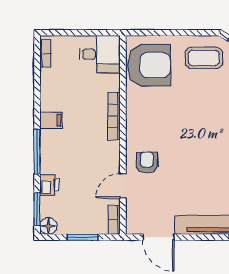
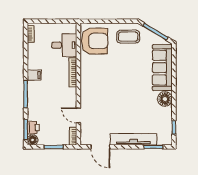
desk: (100, 54) -> (64, 45), moved
armchair: (147, 163) -> (93, 101), removed
printer: (49, 185) -> (33, 127), moved
door: (123, 186) -> (78, 115), hinge flipped

